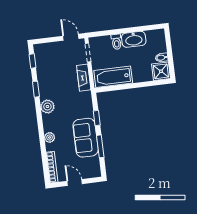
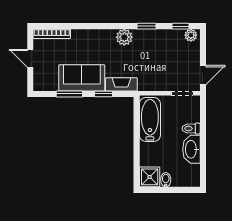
fireplace: (84, 78) -> (121, 84), moved
plant: (50, 137) -> (191, 35), moved
door: (75, 182) -> (30, 58), swing flipped

